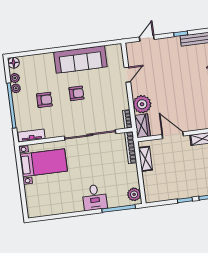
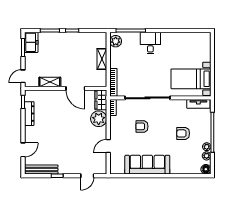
armchair: (76, 93) -> (142, 126), moved
shelving: (145, 159) -> (102, 59), moved

